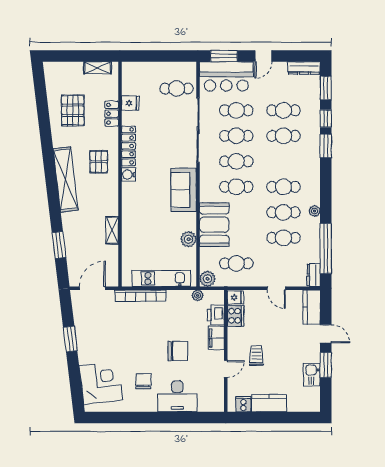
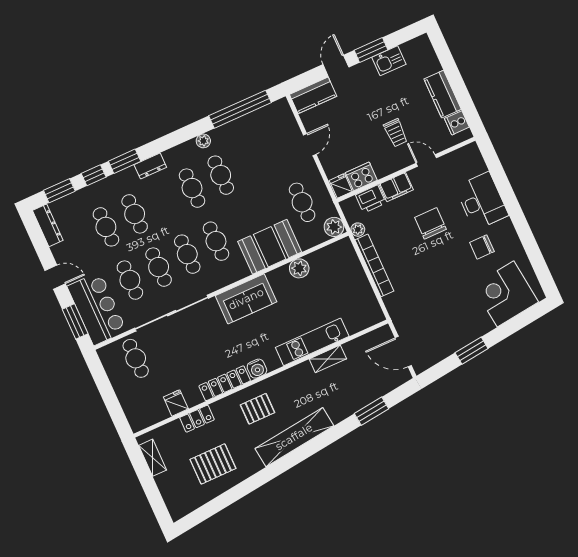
cafe table: (283, 238) -> (249, 162), removed
dresser: (314, 275) -> (150, 166), moved
kitchen unit: (161, 278) -> (312, 342), moved, turned 90
bookcase: (141, 296) -> (374, 265), moved
trolley: (256, 356) -> (396, 133), turned -90

